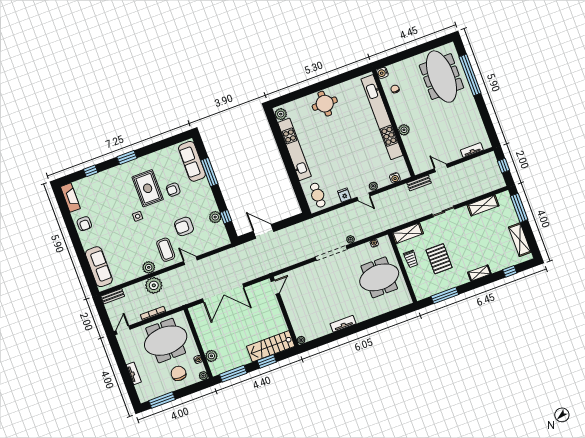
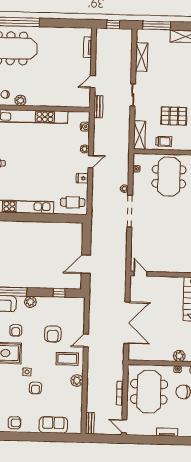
plant: (404, 130) -> (20, 100), moved
plant: (215, 217) -> (30, 302), moved
armchair: (126, 231) -> (35, 388), added
sofa: (99, 267) -> (53, 425), width x0.73
plant: (154, 285) -> (95, 382), removed

